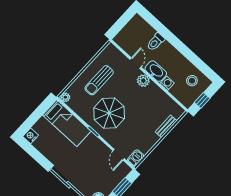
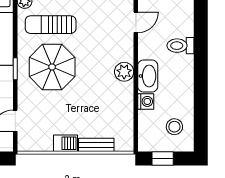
door: (136, 63) -> (136, 22), moved
sun lounger: (99, 80) -> (51, 25), moved
barbecue: (136, 158) -> (65, 143), moved

